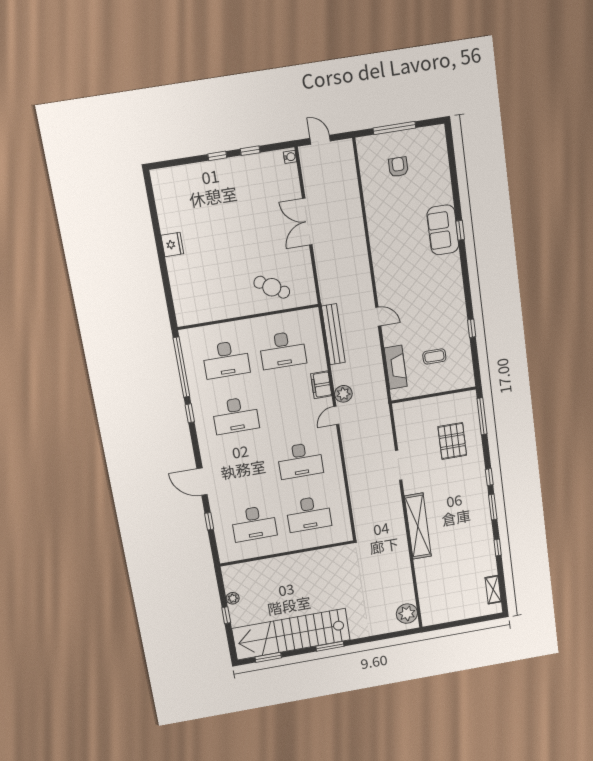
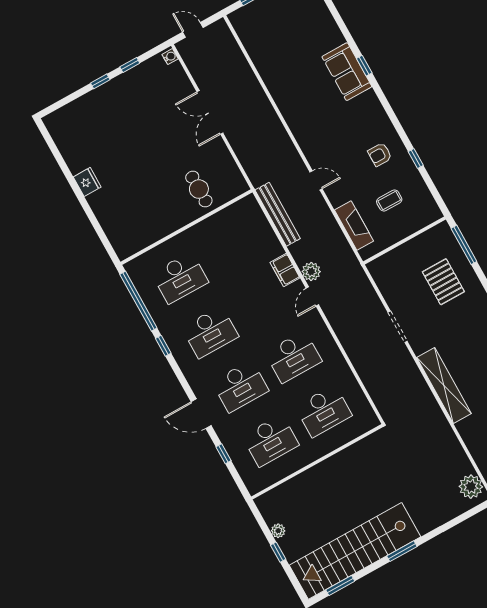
armchair: (398, 167) -> (380, 154), moved, turned -90
cafe table: (272, 287) -> (199, 189), turned 58
desk: (283, 350) -> (240, 386), moved

